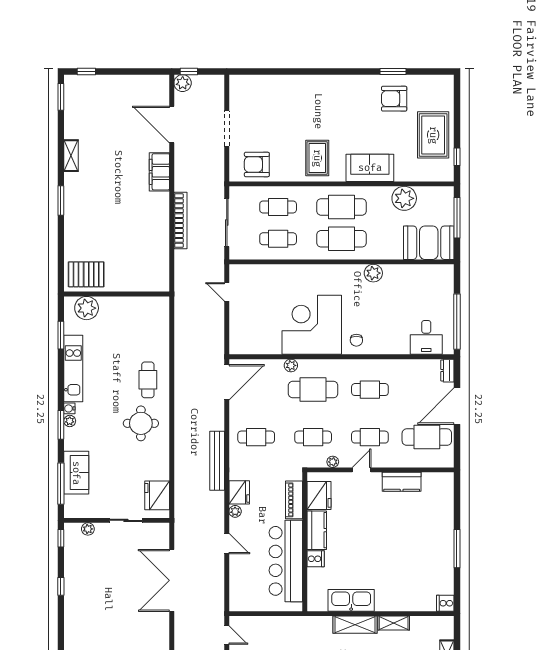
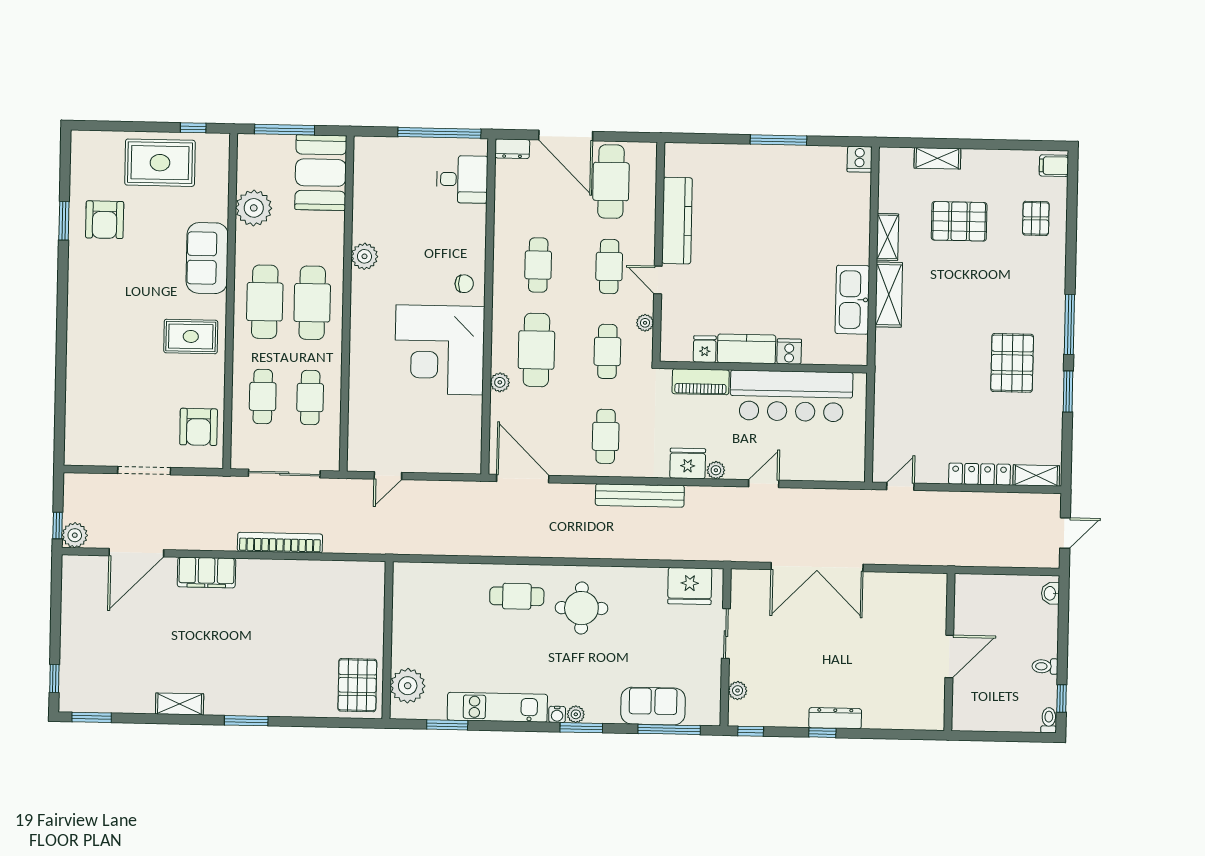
kitchen counter: (402, 482) -> (677, 221), width x1.50
fridge: (319, 496) -> (705, 349), width x0.53, depth x0.75
dresser: (71, 595) -> (835, 718), added

